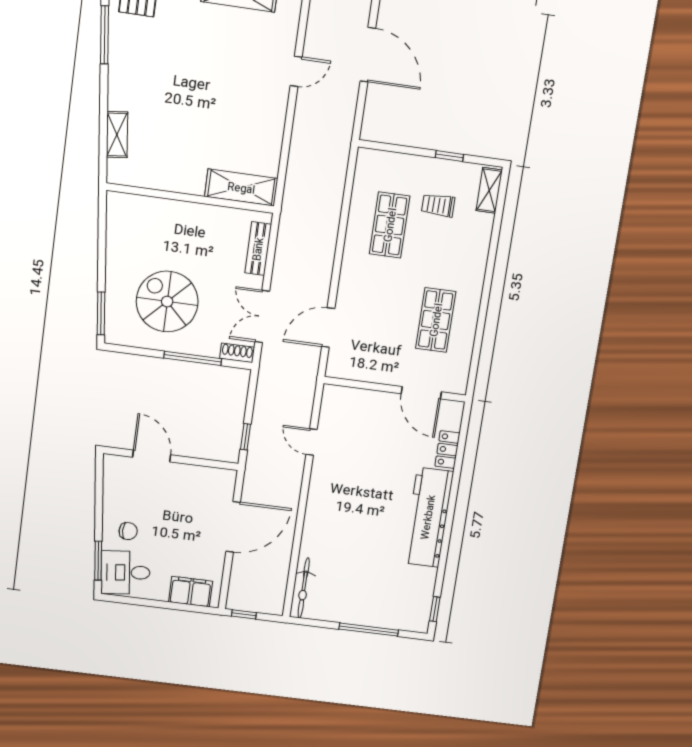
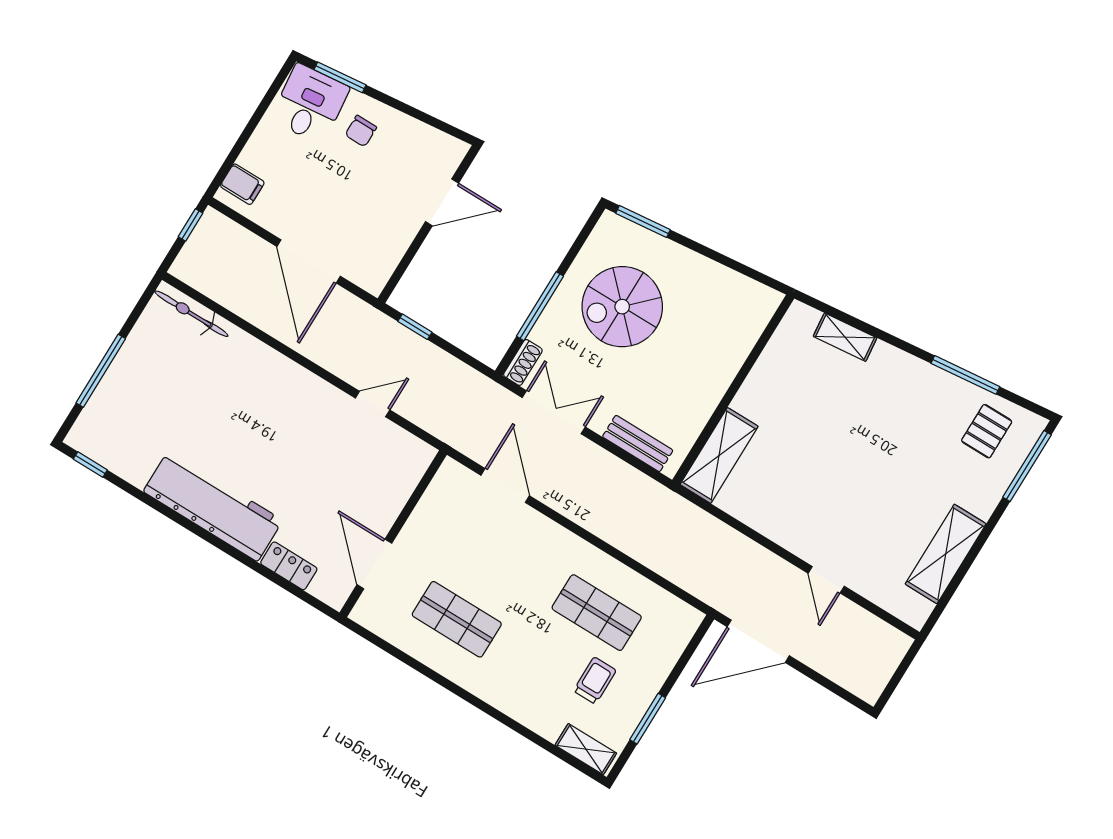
door: (368, 55) -> (758, 641), moved
window: (449, 156) -> (648, 719), width x1.50
spiral stairs: (167, 302) -> (622, 307), turned 180
door: (421, 393) -> (374, 564), hinge flipped
filing cabinet: (191, 592) -> (242, 184), width x0.50

